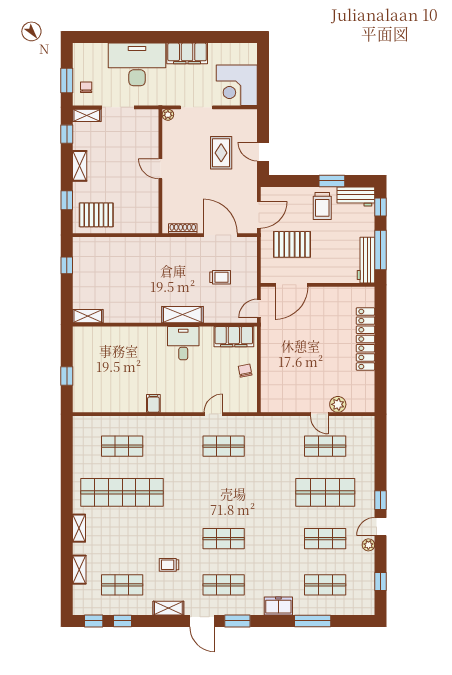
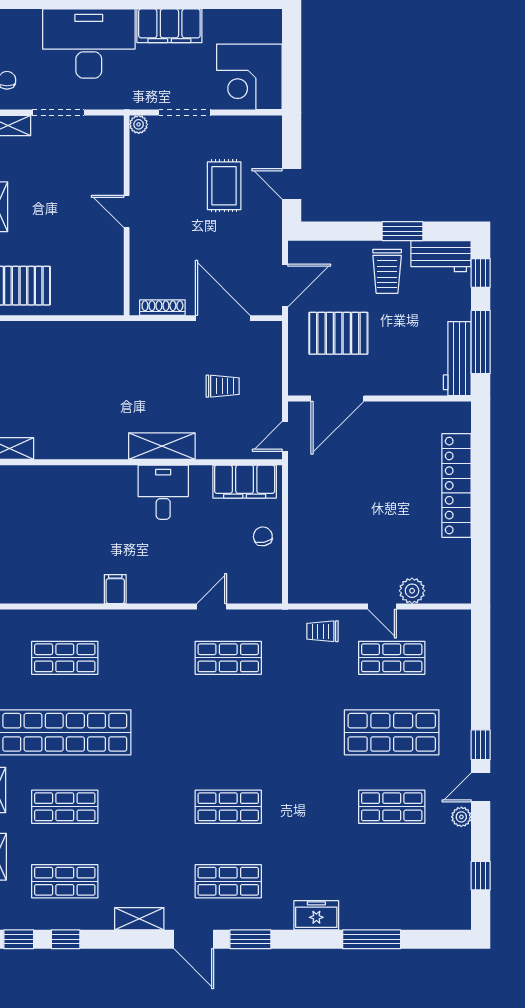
trolley: (169, 565) -> (323, 631), moved
shop shelf: (325, 585) -> (65, 807), moved

